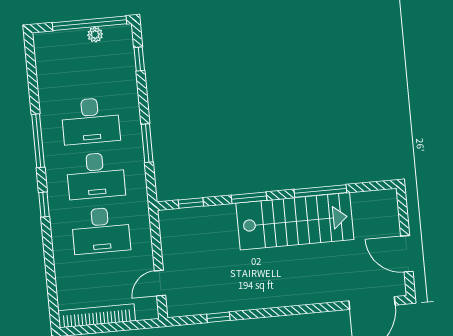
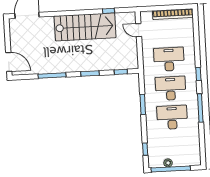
stairs: (295, 221) -> (85, 27), moved, turned 180
door: (407, 254) -> (9, 62), moved
door: (160, 283) -> (139, 30), swing flipped

